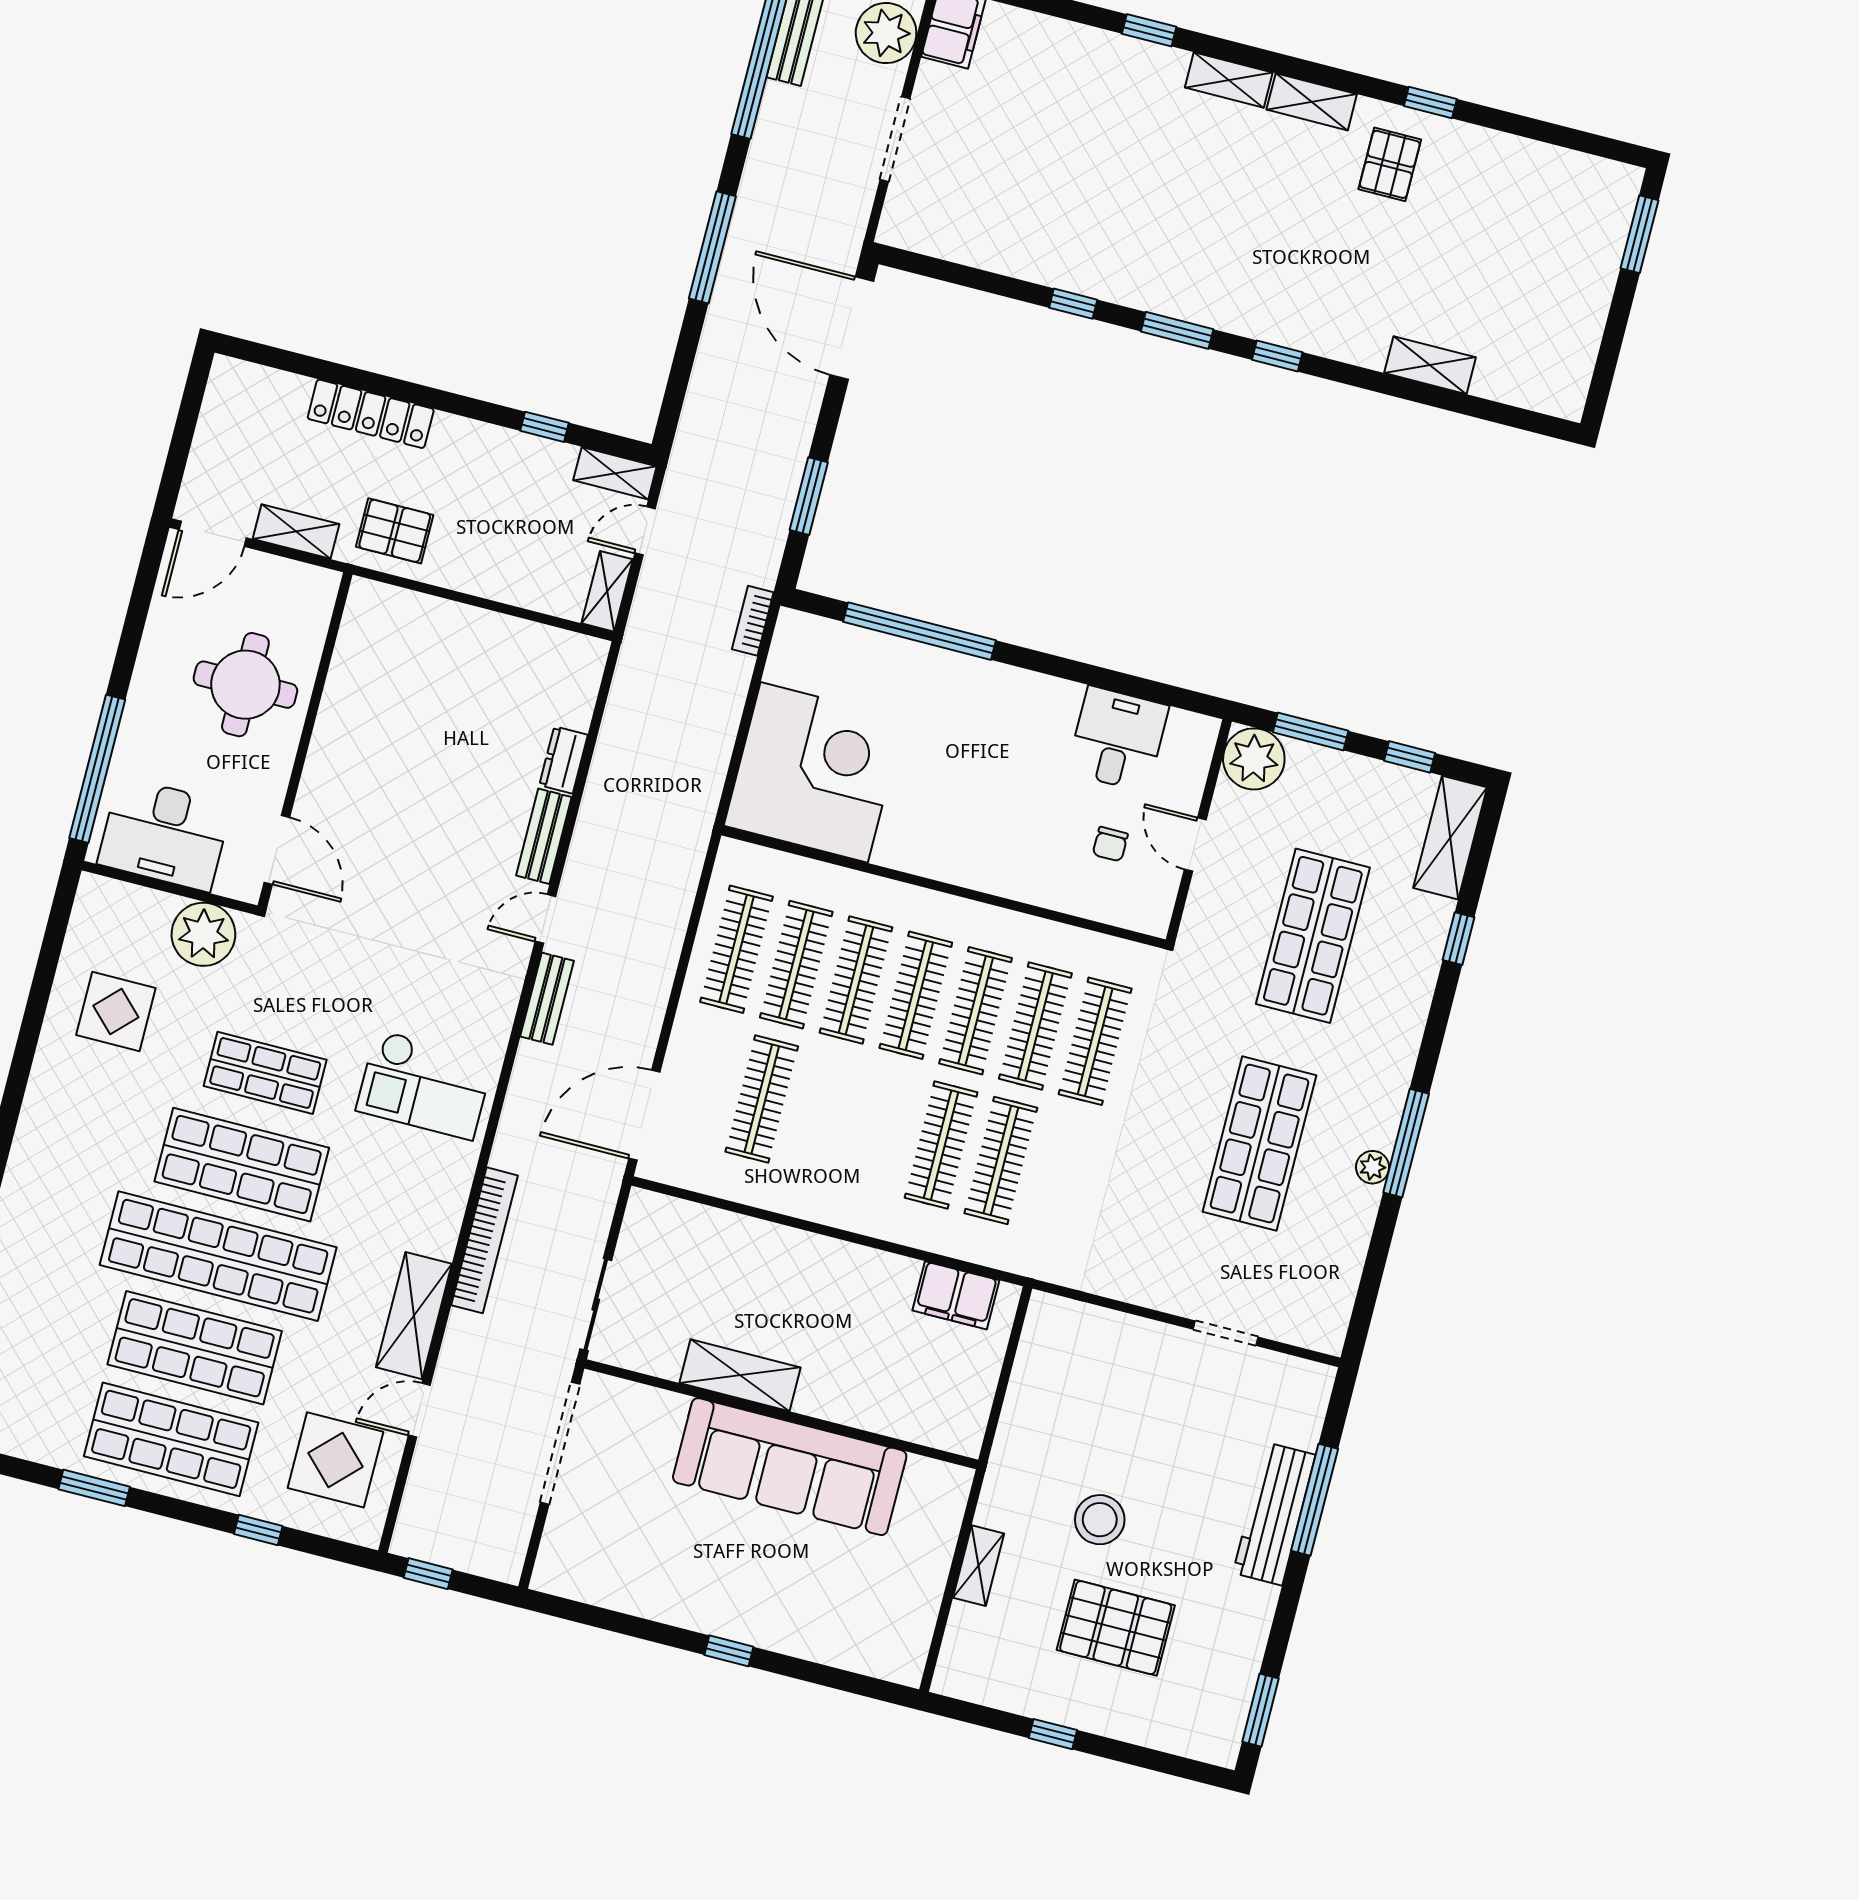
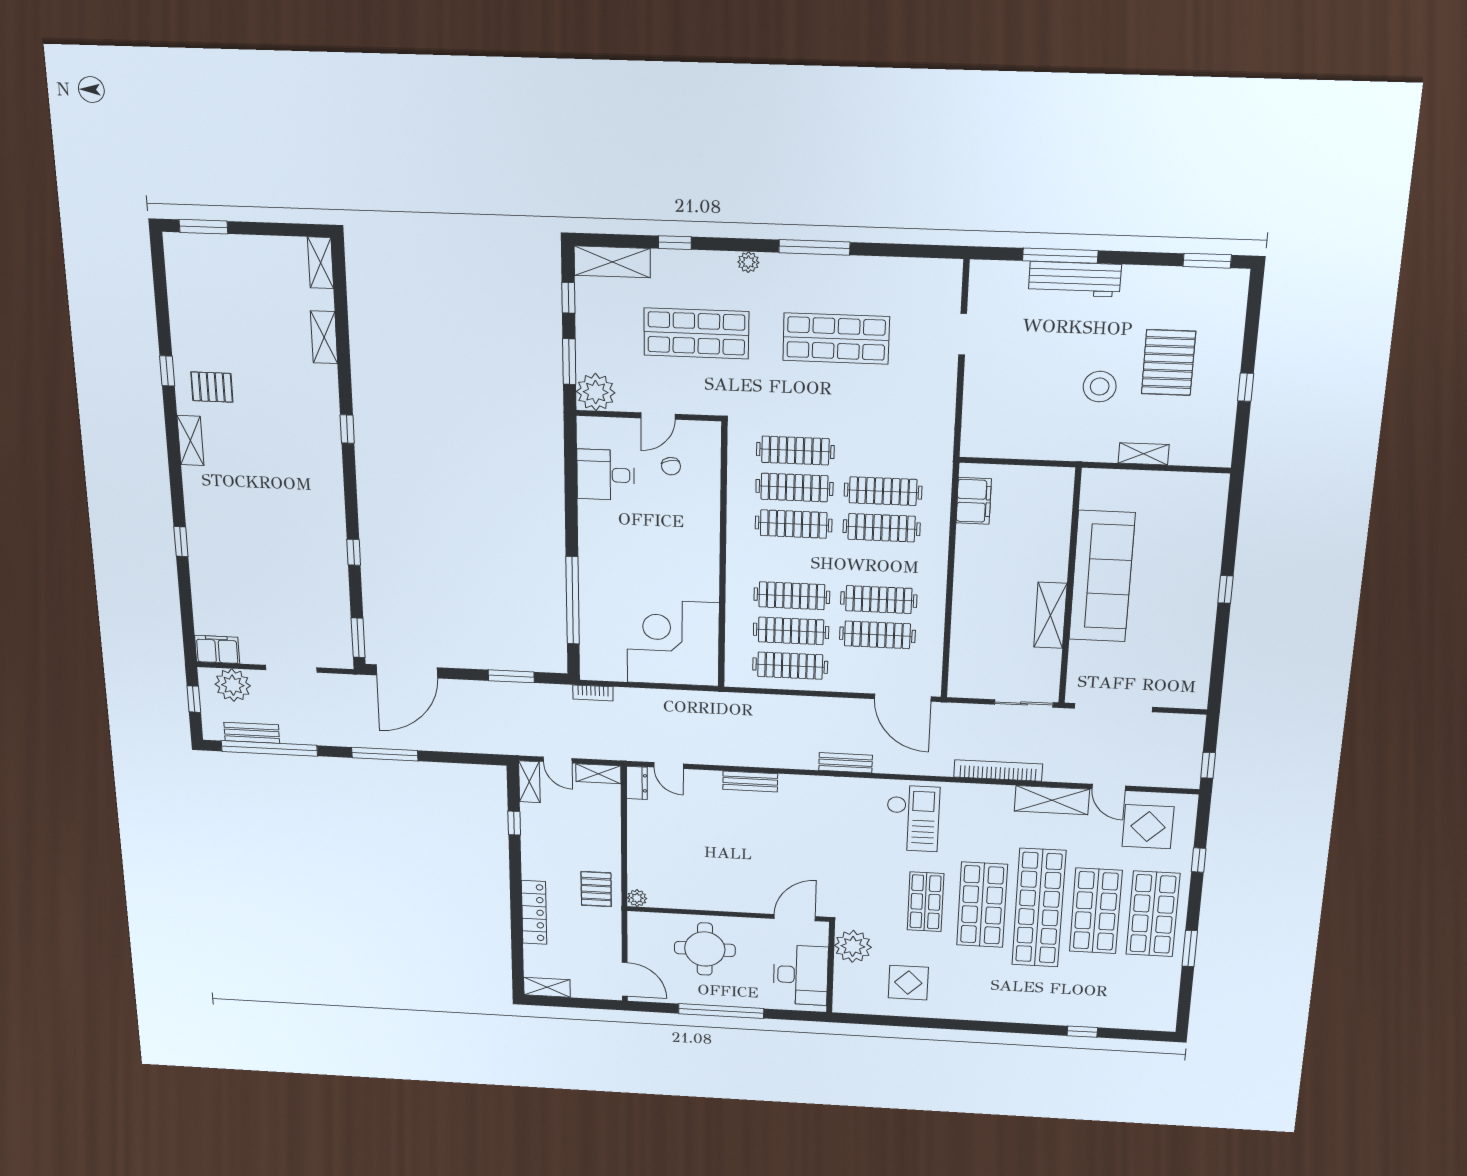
shelving: (1229, 80) -> (321, 263), moved
window: (1177, 330) -> (358, 638), moved
shelving: (296, 531) -> (547, 987), moved, turned 90
plant: (365, 595) -> (637, 898), added
dresser: (563, 760) -> (637, 783), moved, turned -90
window: (97, 769) -> (721, 1011), moved
chair: (1110, 844) -> (671, 466), turned 80
door: (545, 919) -> (669, 766), moved
clothes rail: (916, 995) -> (879, 600), moved
plant: (1373, 1167) -> (748, 262), moved

